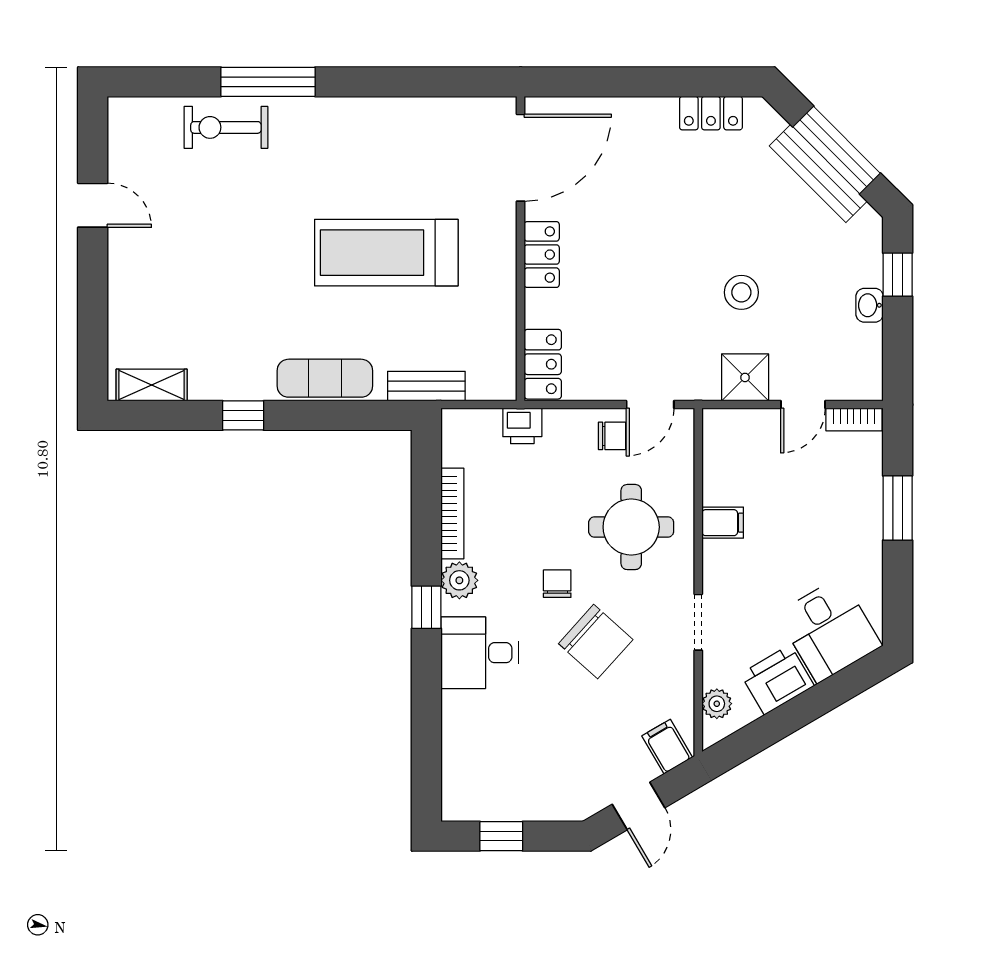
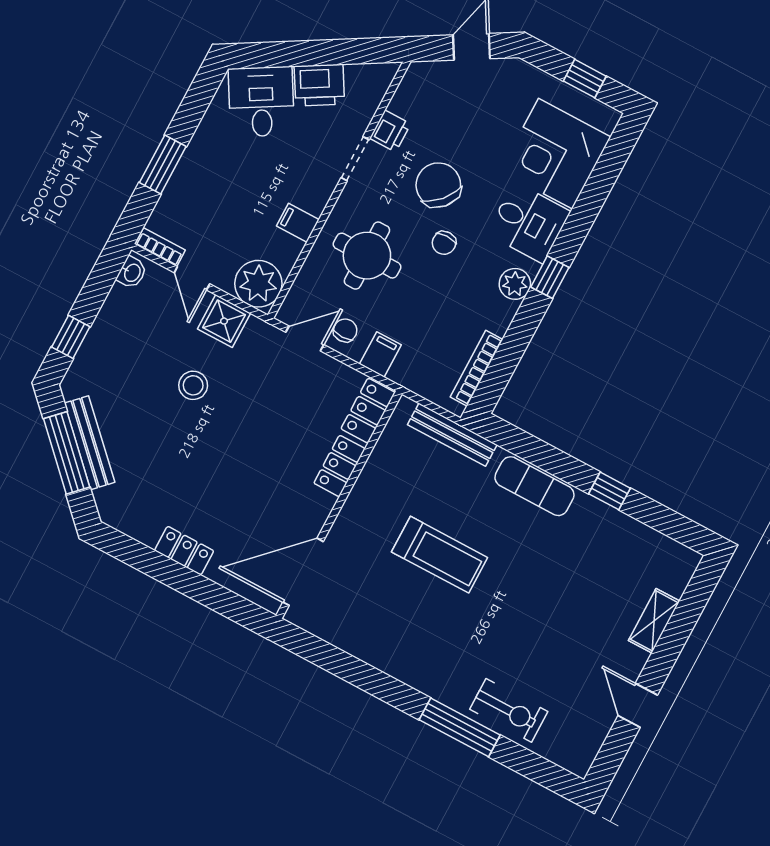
locker: (711, 113) -> (184, 551), moved
treadmill: (386, 253) -> (440, 555), width x0.73, depth x0.73
locker: (542, 255) -> (340, 466), moved
washbasin: (870, 305) -> (132, 273), moved
shelving: (152, 385) -> (654, 621), moved, turned 90
bench: (426, 386) -> (452, 435), width x1.36
door: (803, 405) -> (192, 278), swing flipped
printer: (522, 426) -> (390, 131), moved, turned 90
chair: (612, 436) -> (345, 330), turned 90
bookcase: (452, 514) -> (476, 368), moved
plant: (717, 704) -> (258, 284), moved, width x1.88, depth x1.88
corner desk: (490, 740) -> (556, 154), added
filing cabinet: (667, 747) -> (380, 354), moved, turned -150

